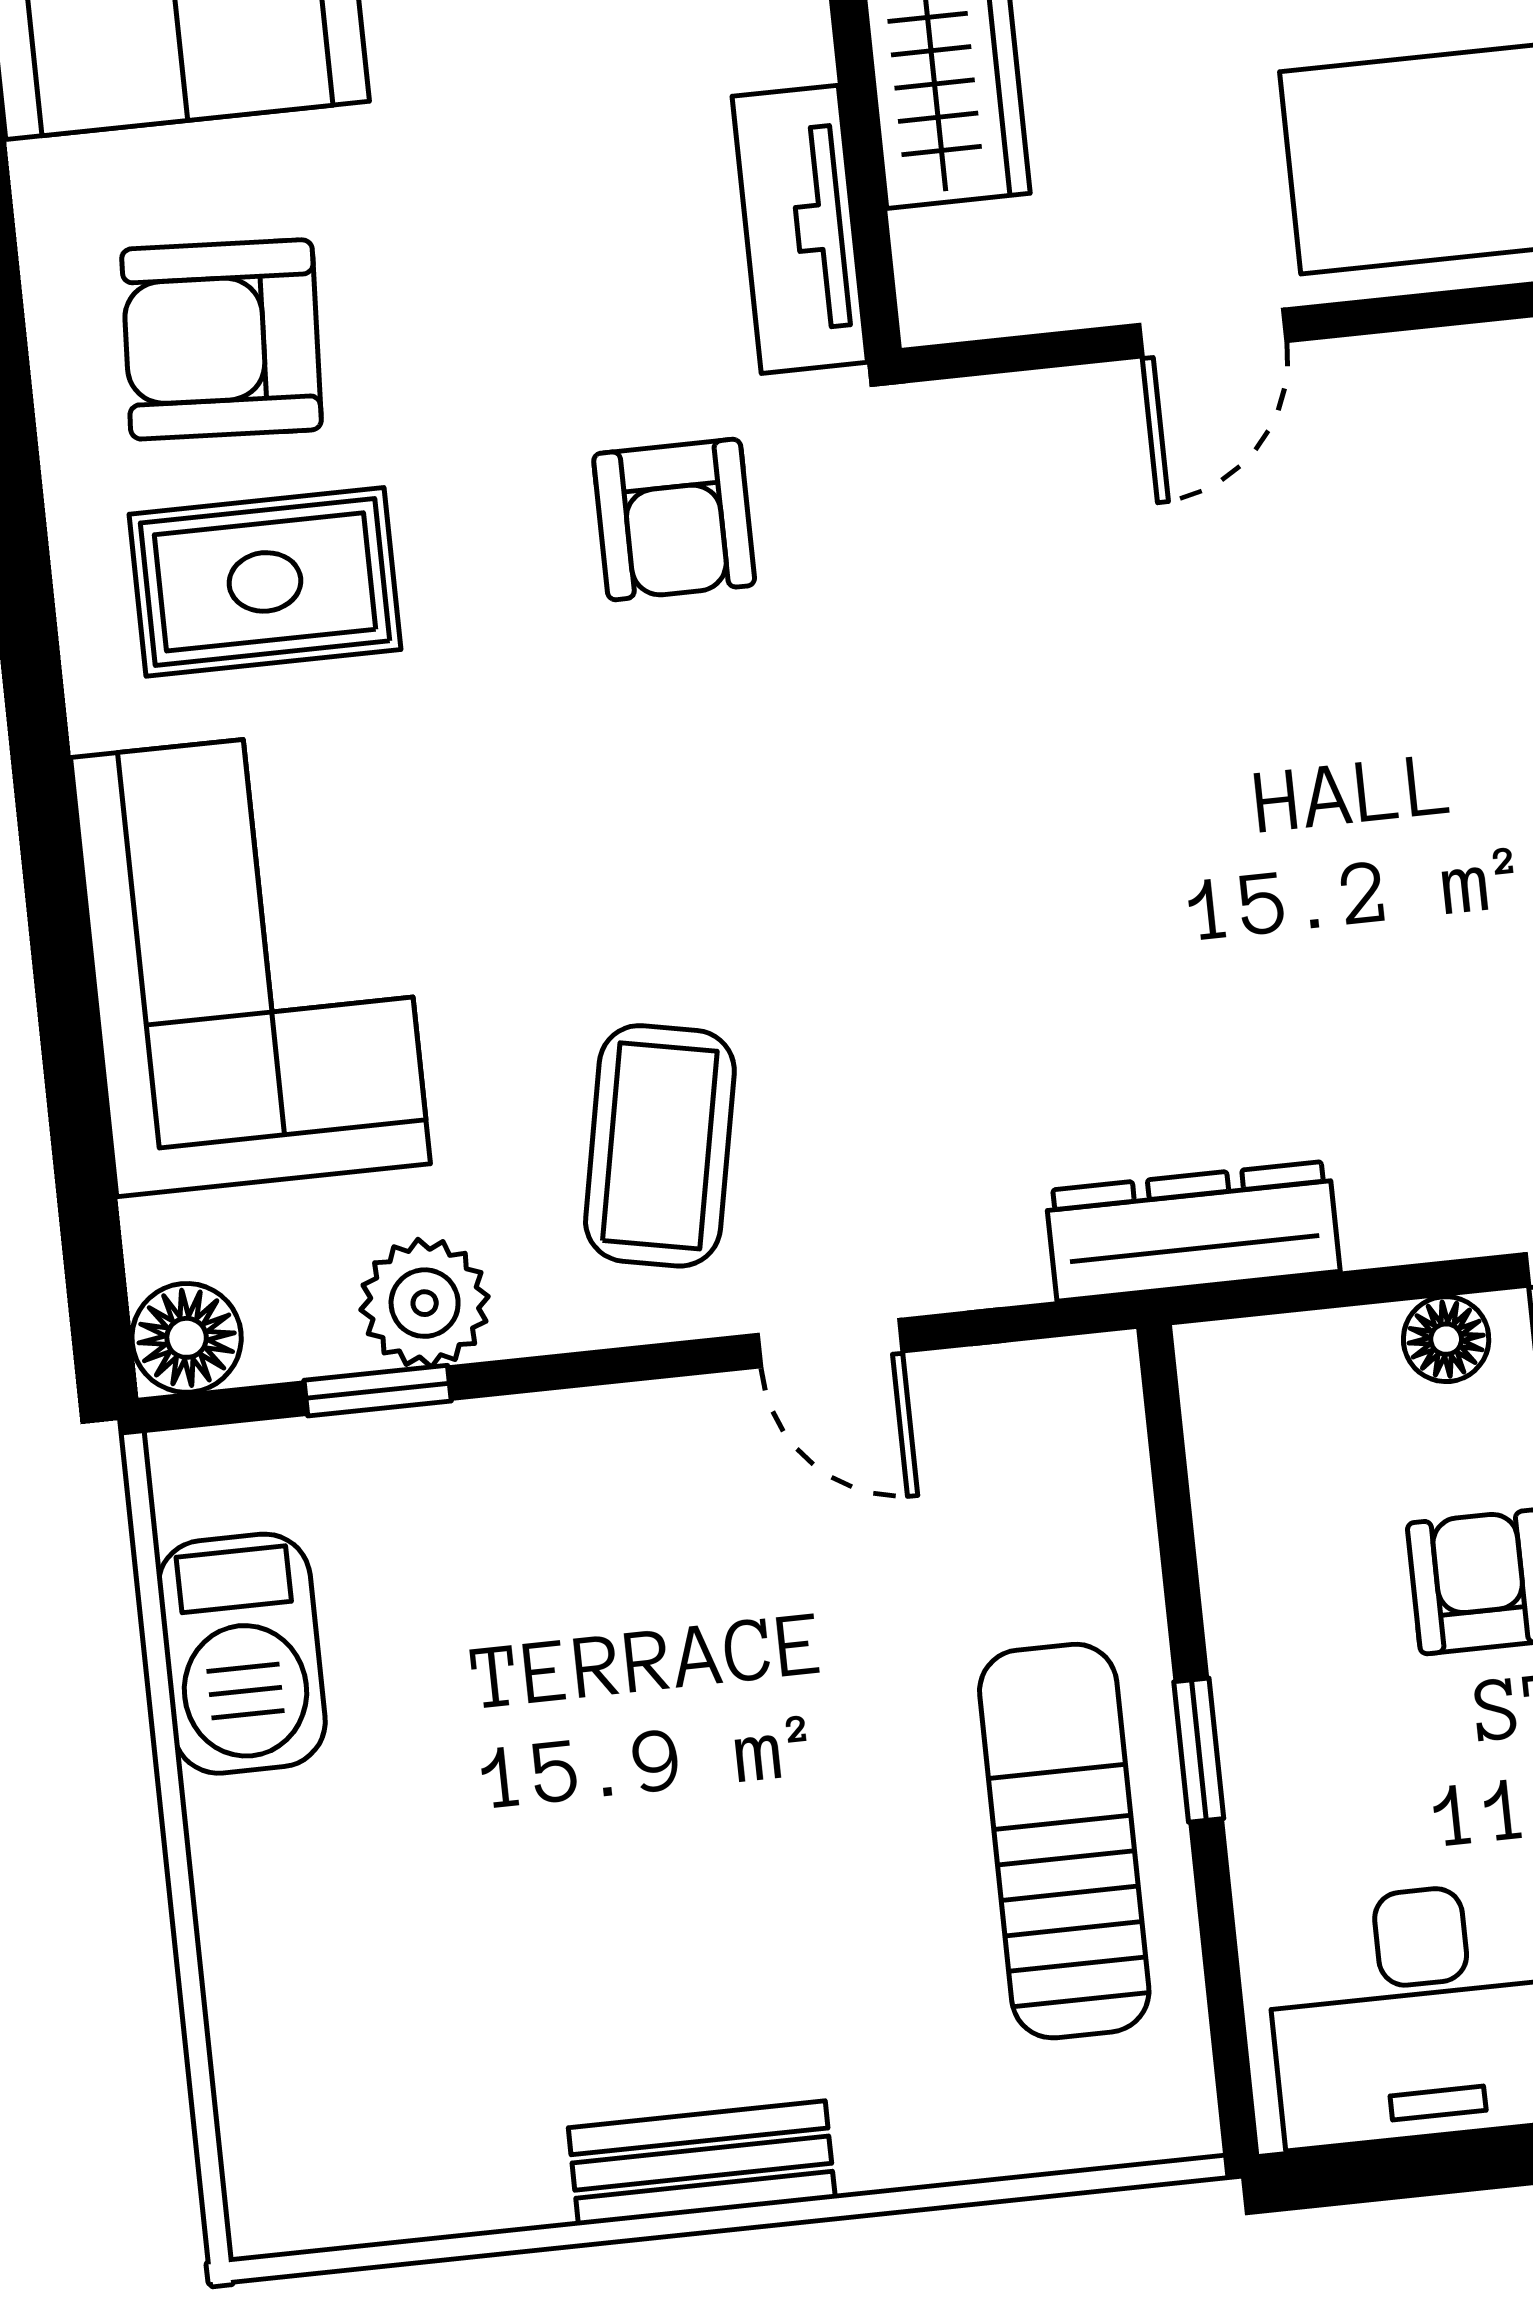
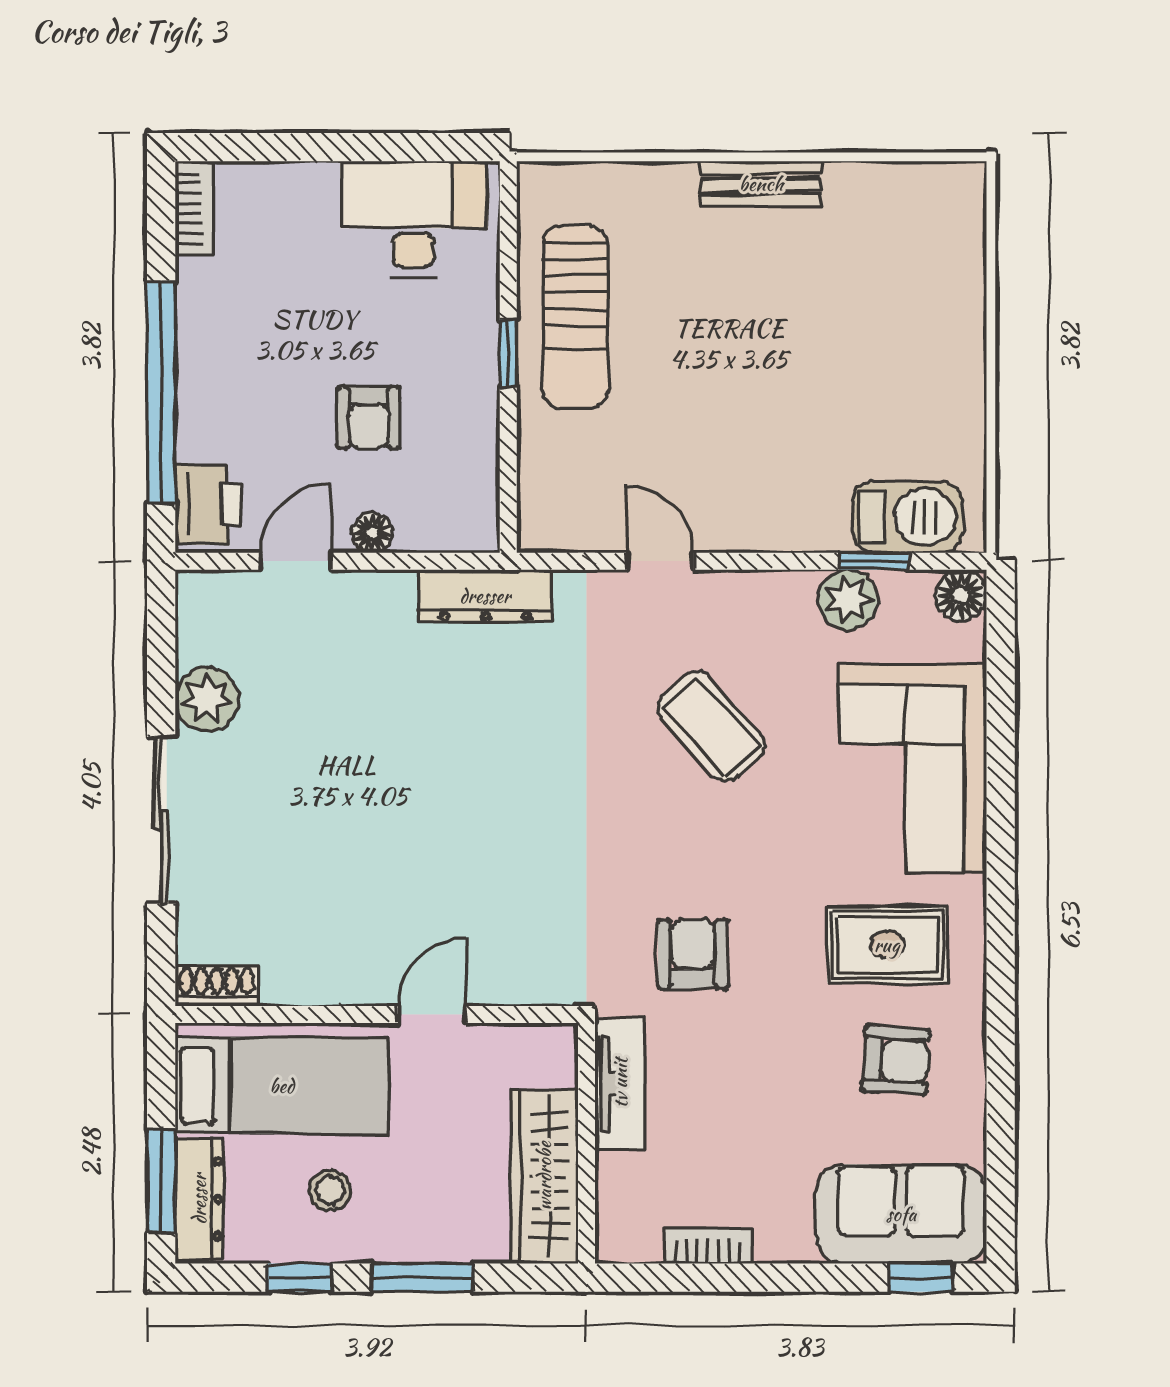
armchair: (221, 339) -> (896, 1060), width x0.72, depth x0.72
coffee table: (660, 1146) -> (711, 726), moved, turned -53
barbecue: (242, 1654) -> (907, 517), moved, turned 90

